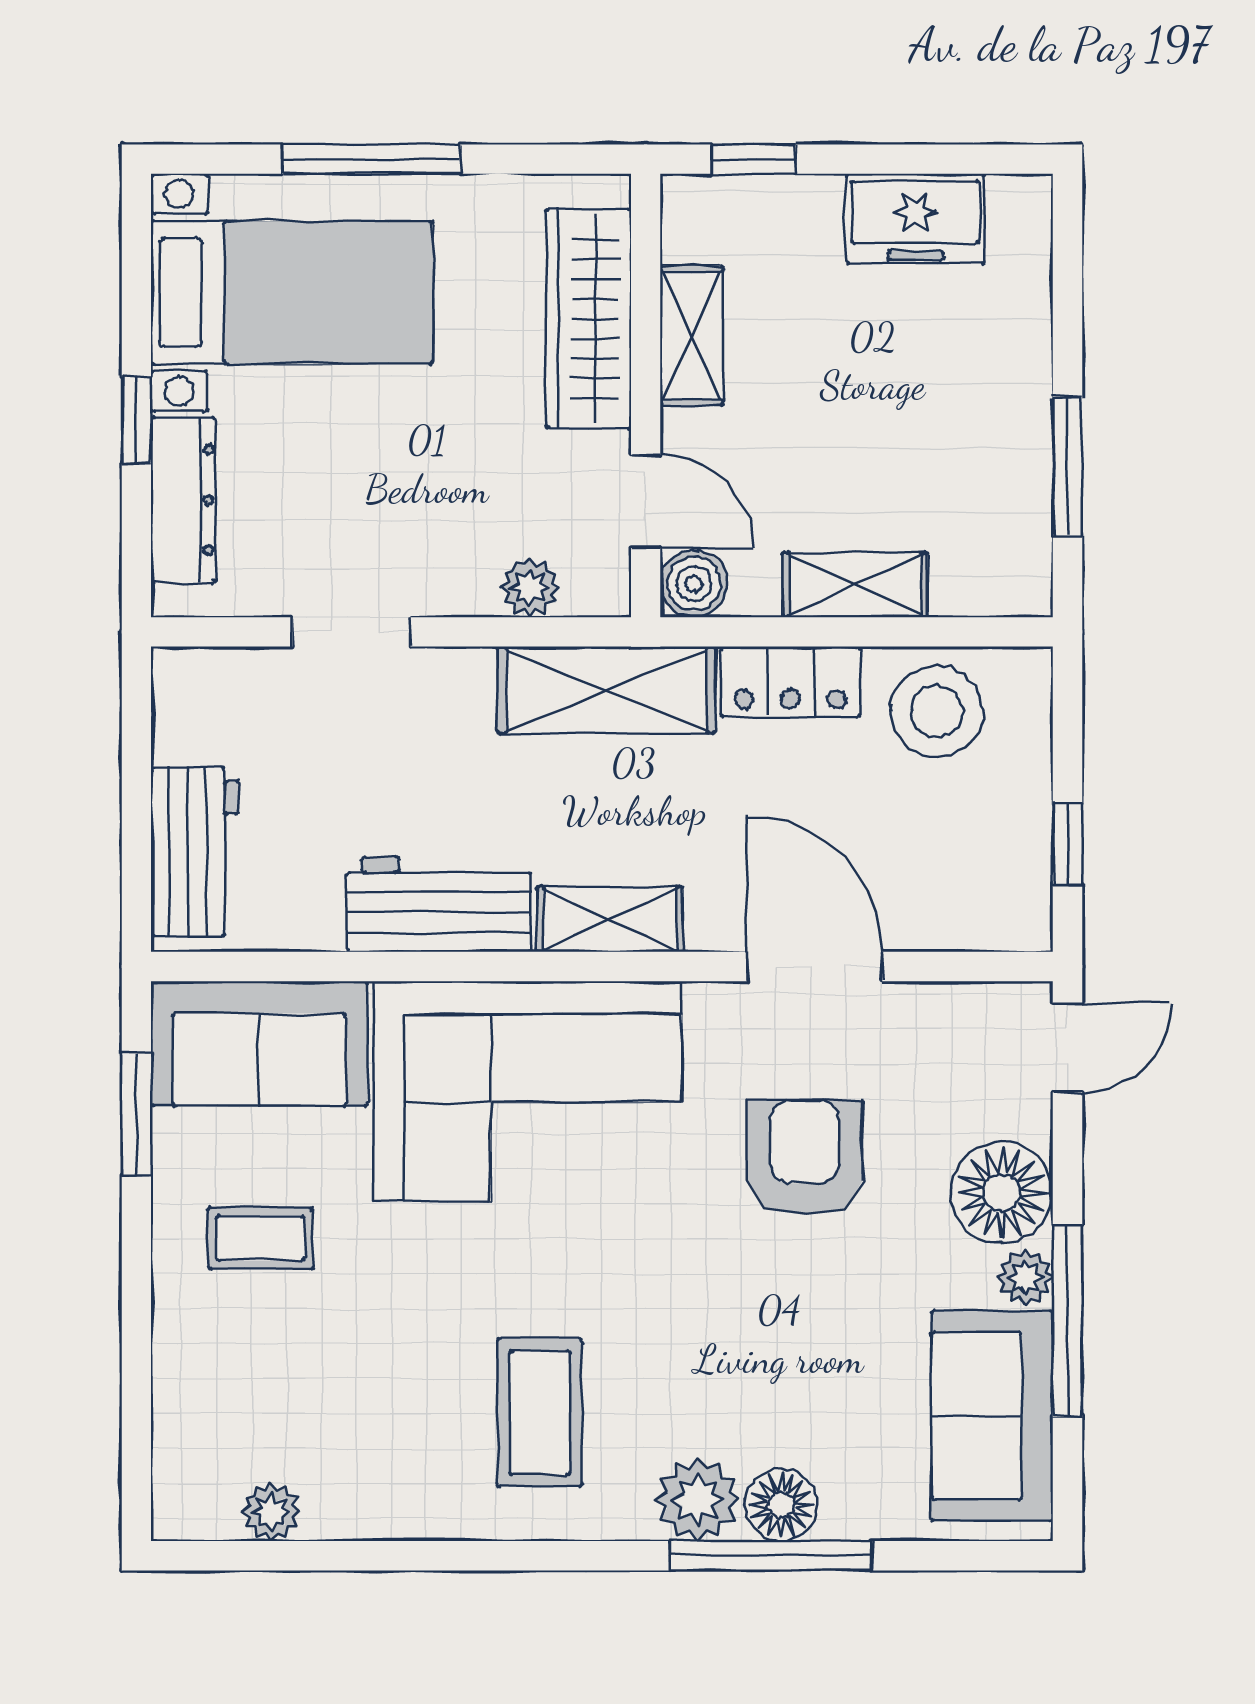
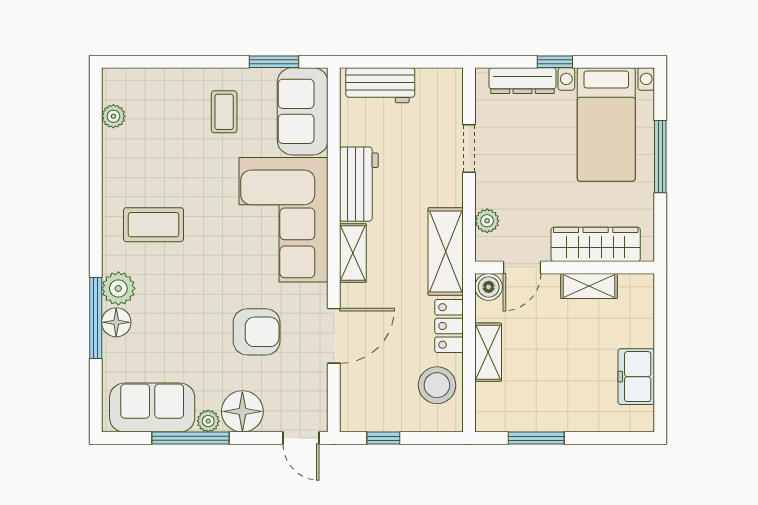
window: (754, 159) -> (660, 311), removed

